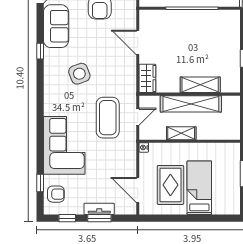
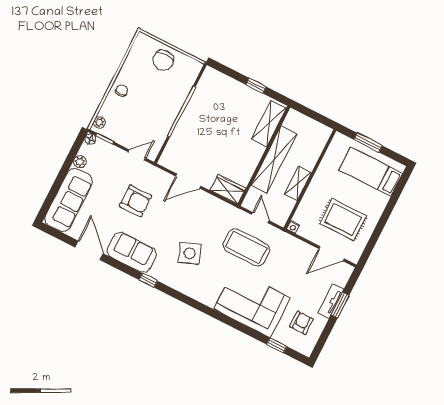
shelving: (200, 85) -> (269, 124), moved
bed: (199, 188) -> (371, 172), moved
armchair: (56, 194) -> (302, 323), moved
window: (67, 218) -> (324, 336), removed

